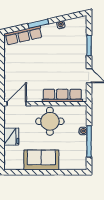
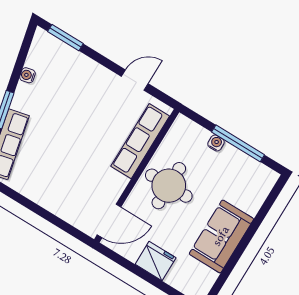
window: (89, 46) -> (65, 38), moved
door: (17, 104) -> (109, 221), swing flipped

